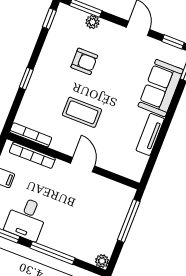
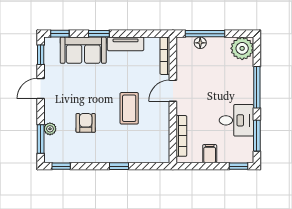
window: (171, 111) -> (99, 34), added
bookcase: (31, 135) -> (165, 56), moved
floor lamp: (121, 212) -> (200, 43), added
plant: (102, 261) -> (242, 48), width x1.87, depth x1.87

